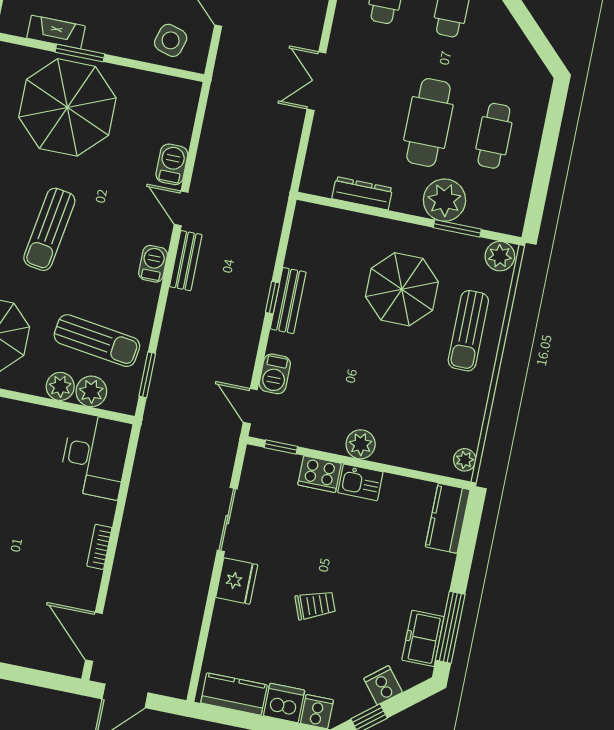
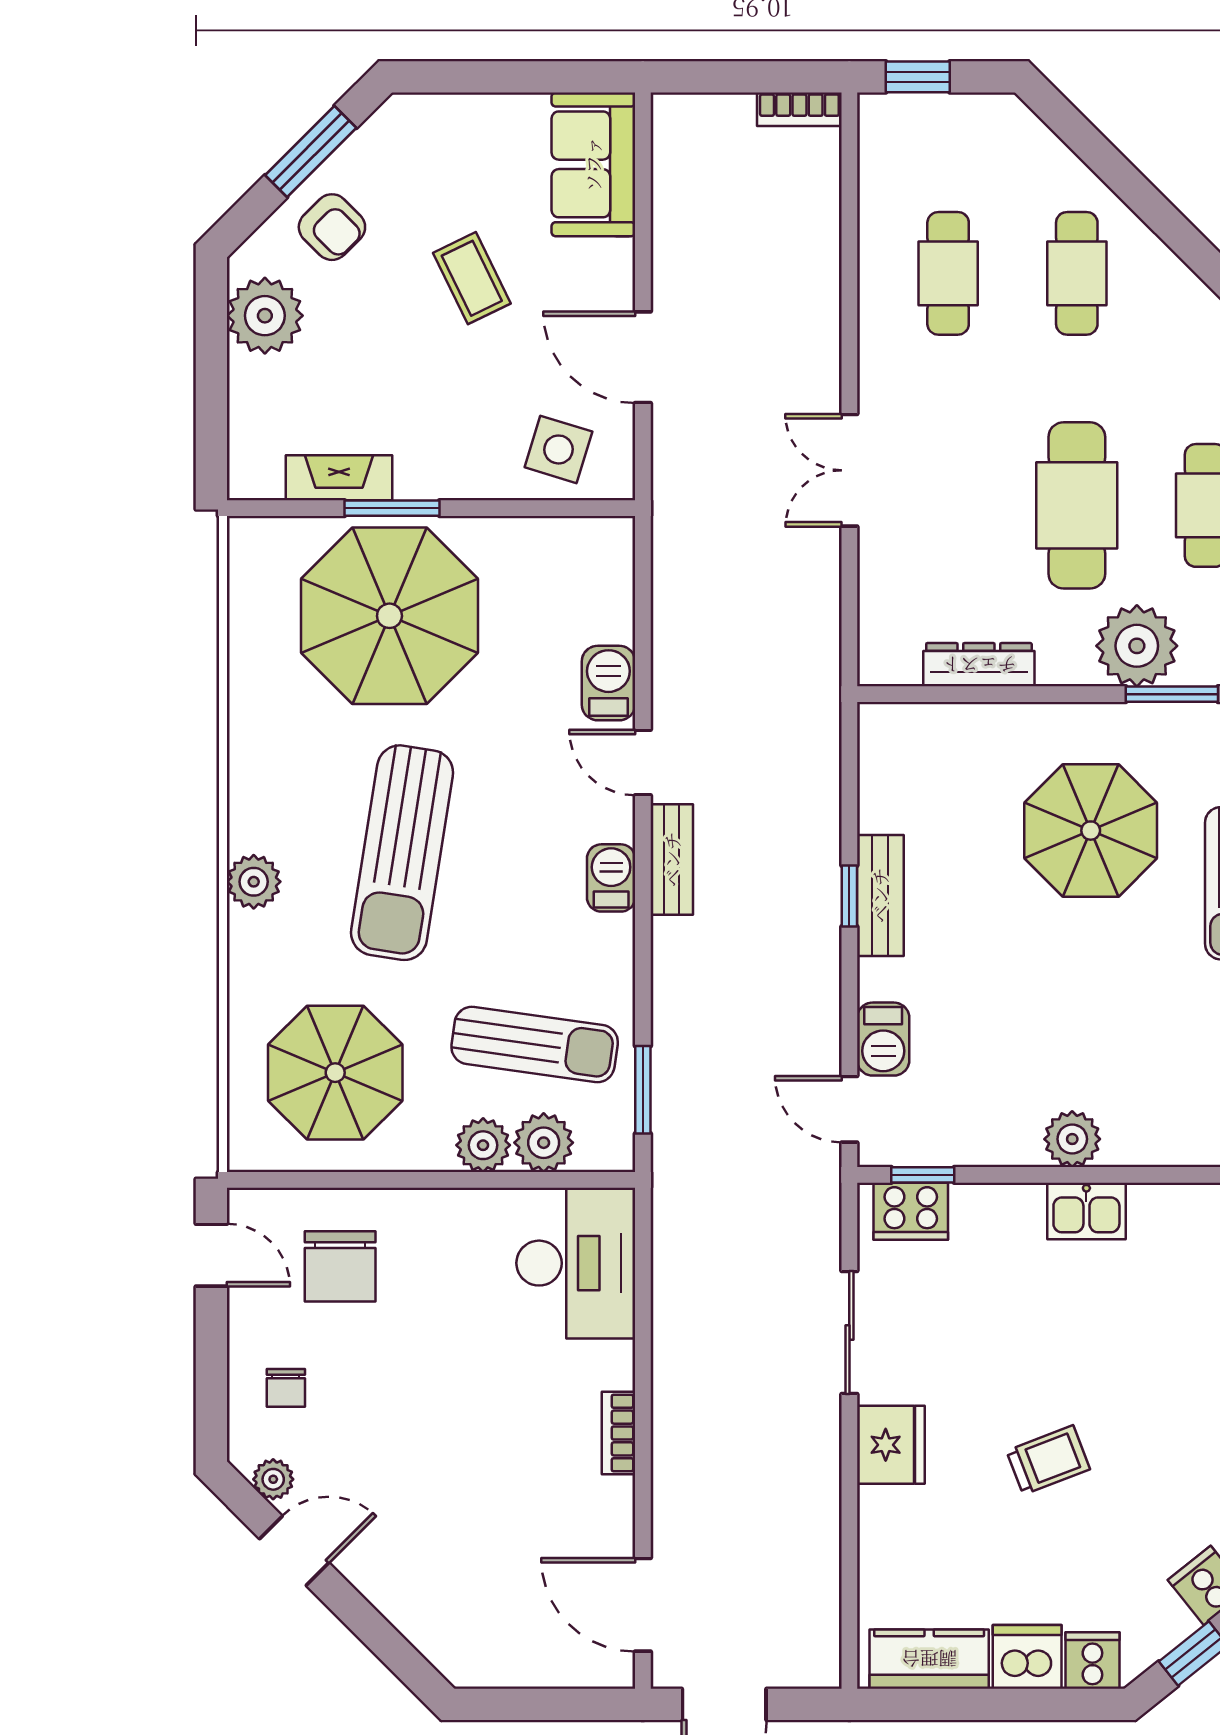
sun lounger: (49, 229) -> (402, 853), width x1.36, depth x1.34
cooker: (319, 474) -> (911, 1211), moved

